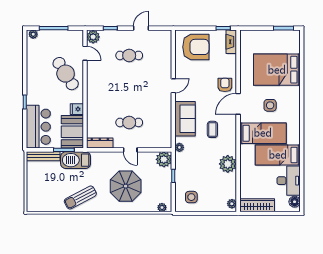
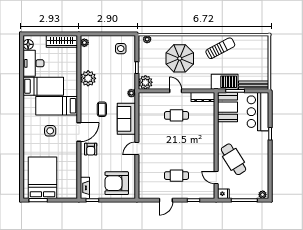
plant: (93, 37) -> (209, 192), removed
bed: (277, 70) -> (42, 178), moved, turned -90
fridge: (77, 109) -> (223, 194), moved

